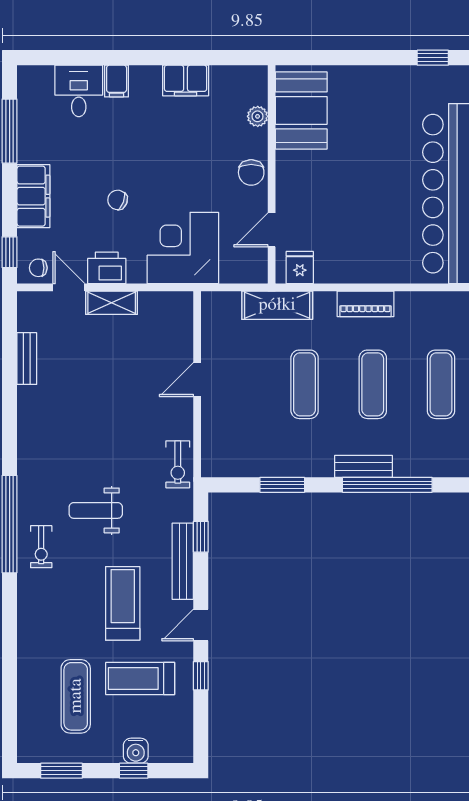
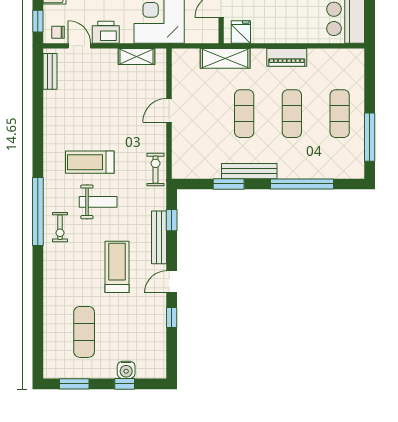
shelving: (112, 303) -> (137, 57), moved
bench: (27, 359) -> (50, 71), moved
exercise bike: (178, 464) -> (156, 170), turned 180
bench: (364, 466) -> (249, 171), moved, width x1.36
weight bench: (96, 510) -> (98, 202), turned 180
treadmill: (140, 679) -> (90, 162), moved

